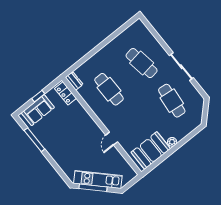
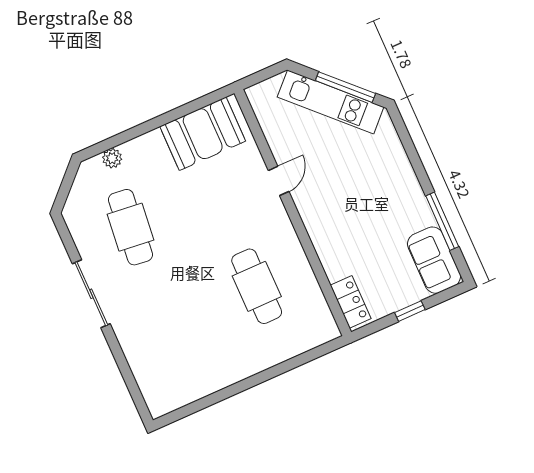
cafe table: (142, 63) -> (173, 323), removed
dresser: (74, 81) -> (326, 323), removed
sofa: (38, 110) -> (434, 260), moved, turned -90
plant: (172, 142) -> (112, 158), moved

